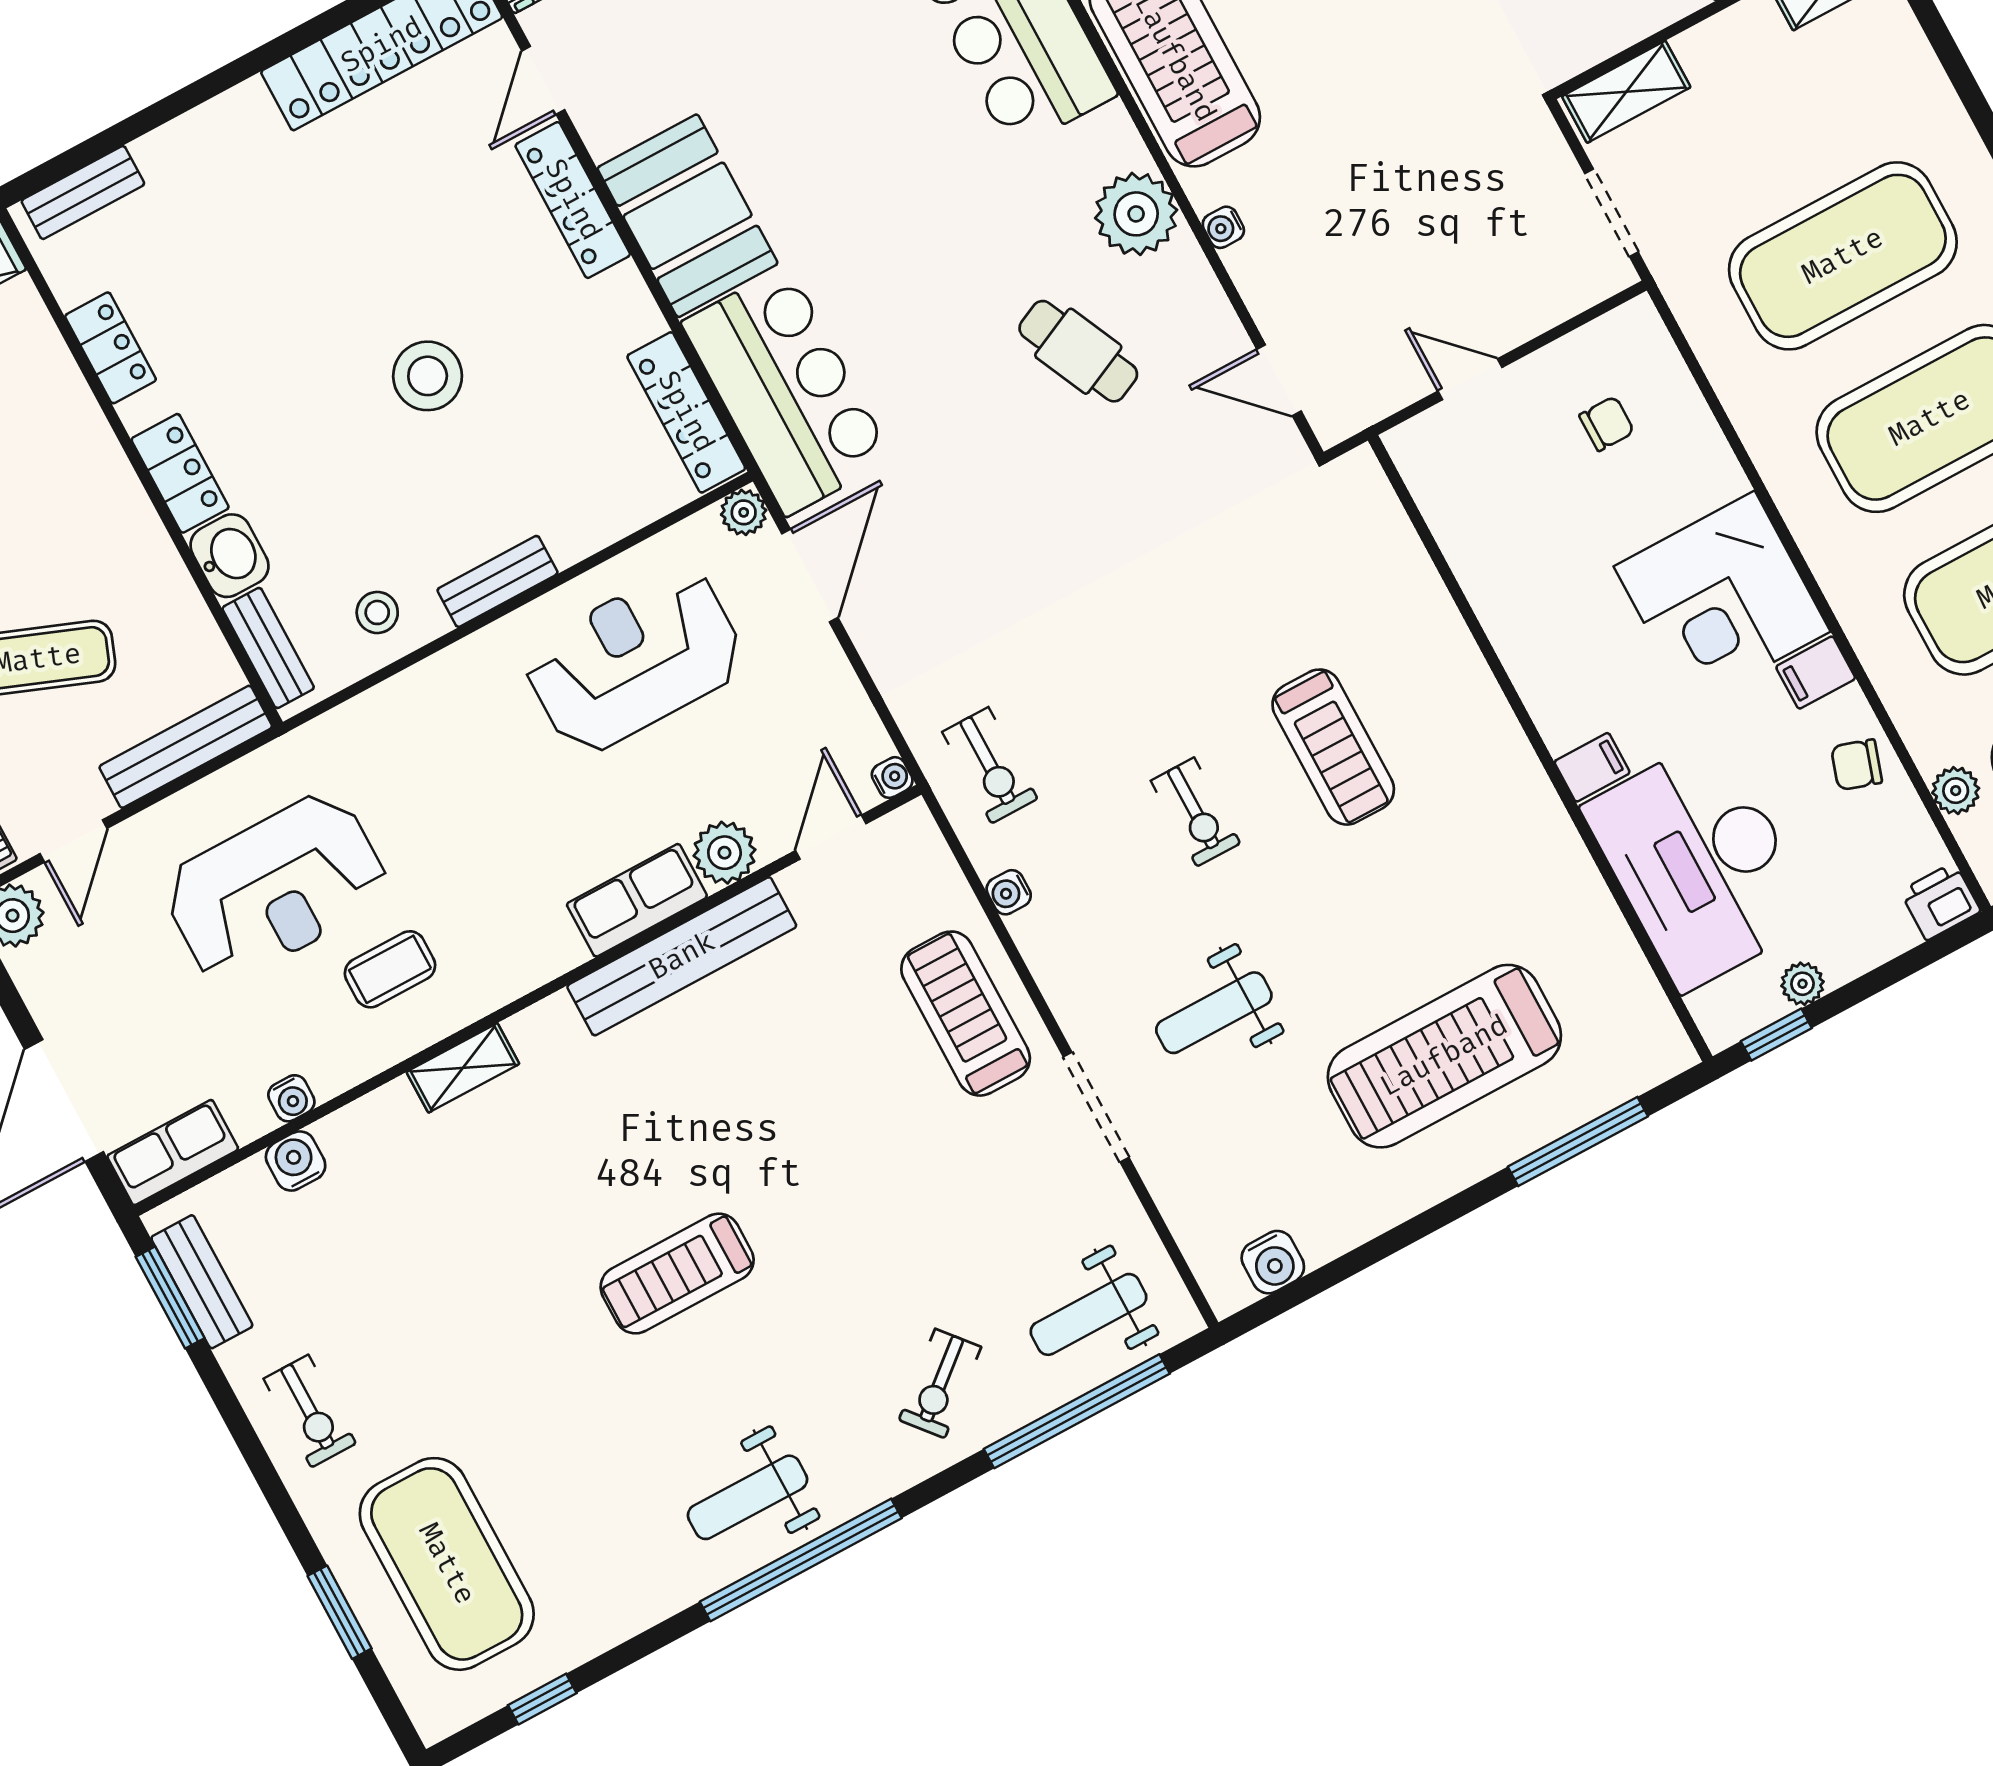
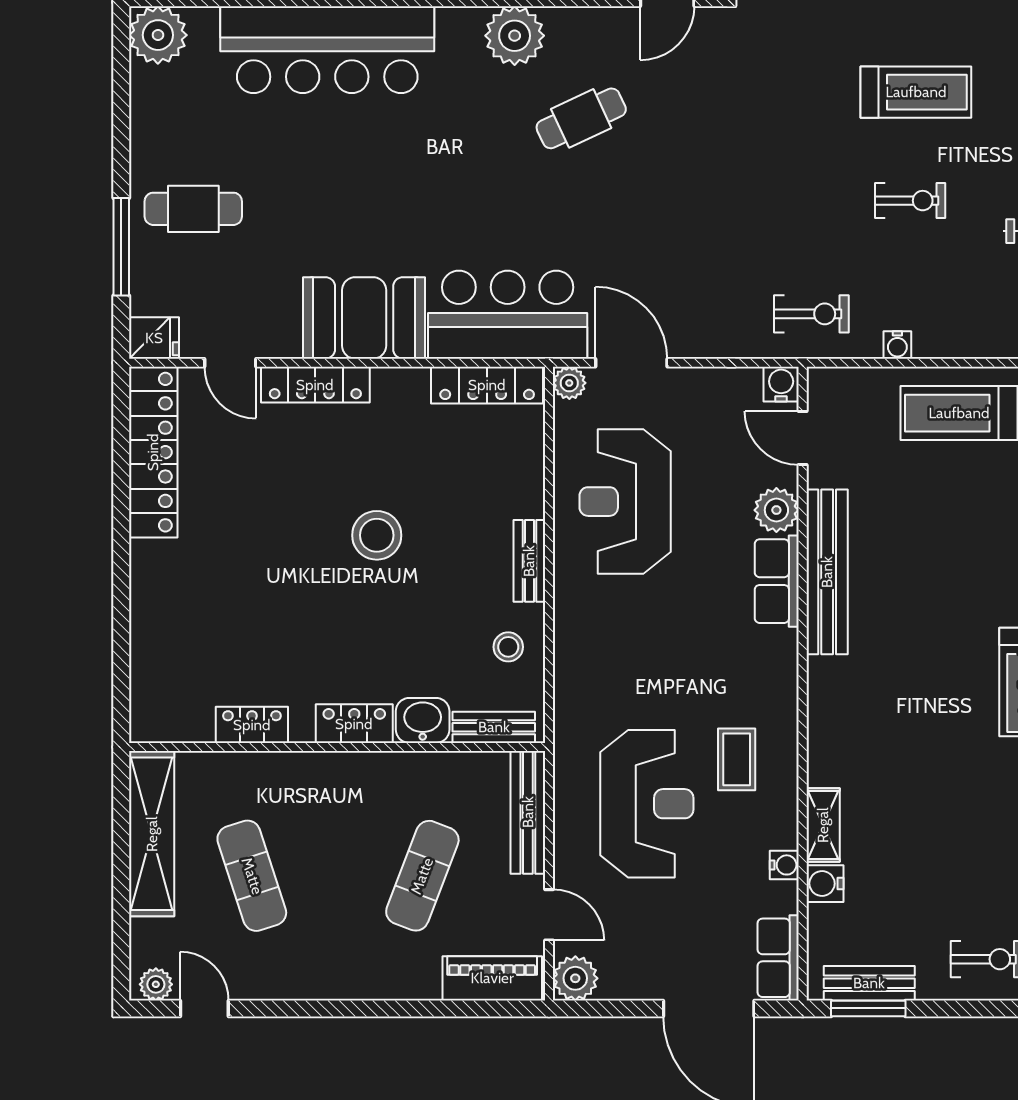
bench: (83, 193) -> (145, 690), removed
water cooler: (892, 778) -> (781, 384), width x1.38, depth x1.38
shelving: (463, 1068) -> (823, 825), moved

